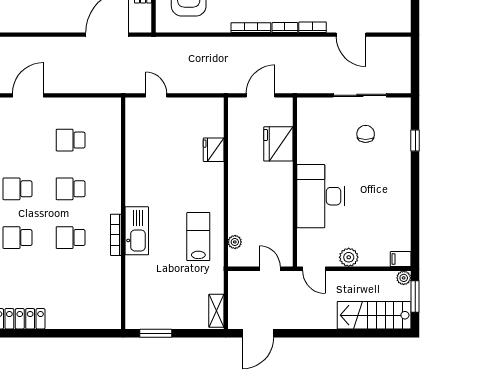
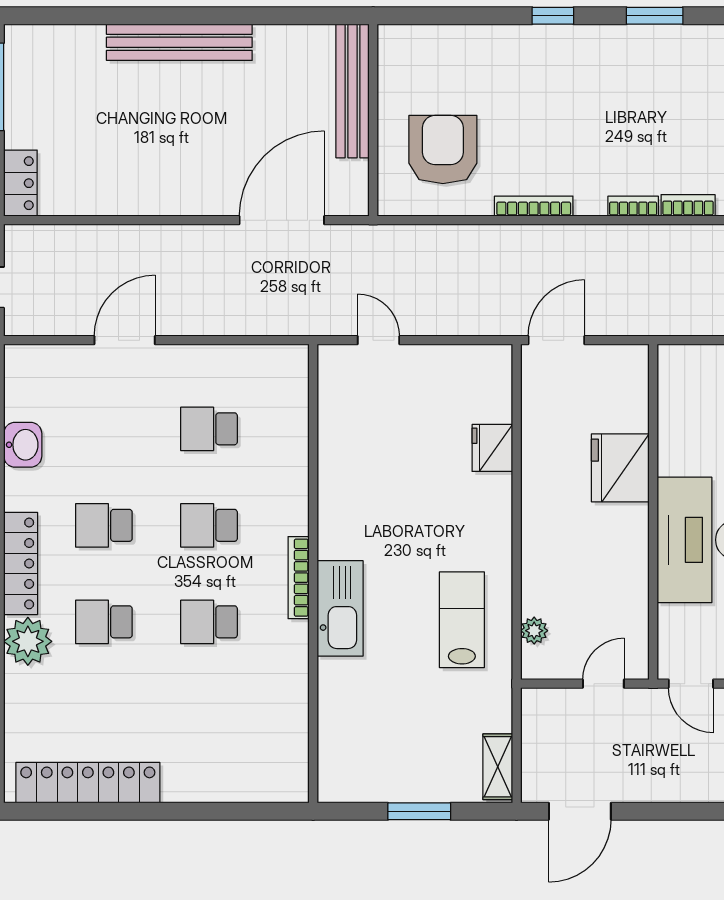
bookcase: (251, 28) -> (534, 206), moved
door: (261, 95) -> (556, 340), moved
fridge: (278, 144) -> (620, 468), moved
bookcase: (116, 235) -> (299, 578), moved
door: (270, 269) -> (603, 684), hinge flipped
window: (156, 333) -> (419, 811), moved

